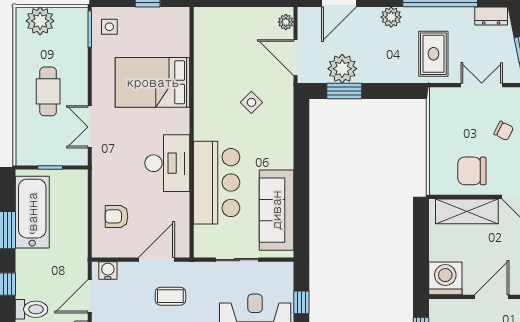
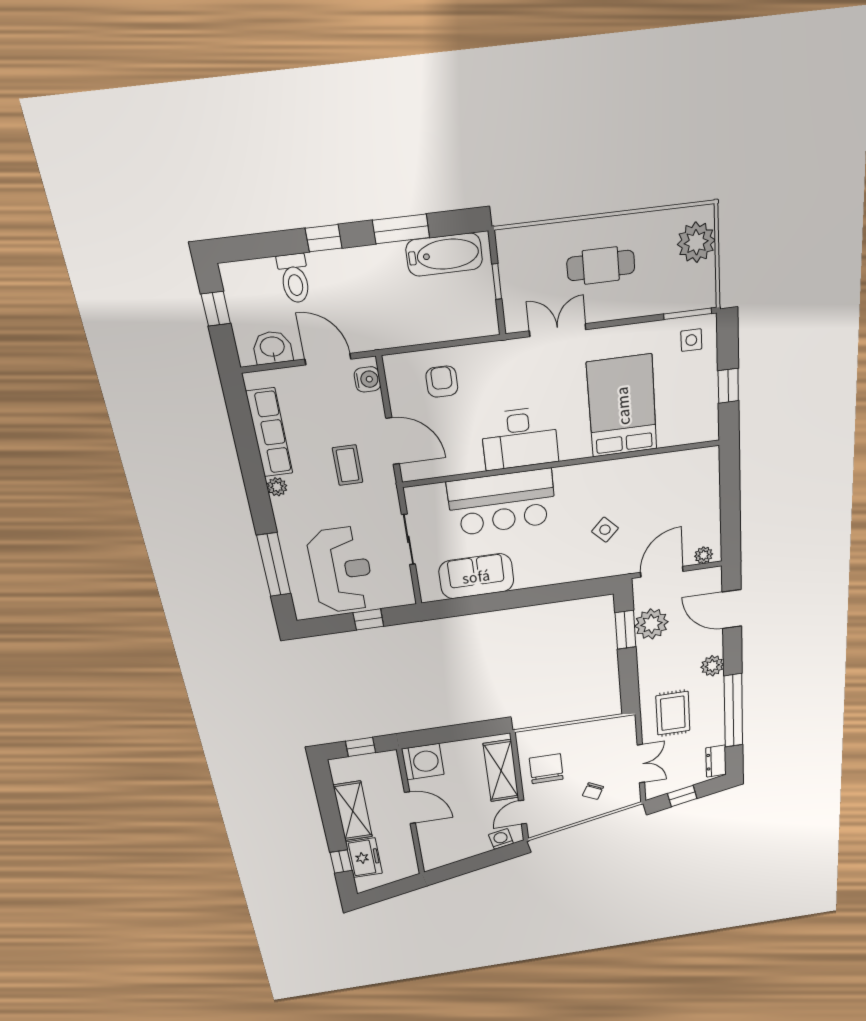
rug: (433, 54) -> (673, 713), turned 90
sofa: (276, 210) -> (476, 576), width x0.73
bathtub: (32, 212) -> (444, 255), width x0.73, depth x0.73

